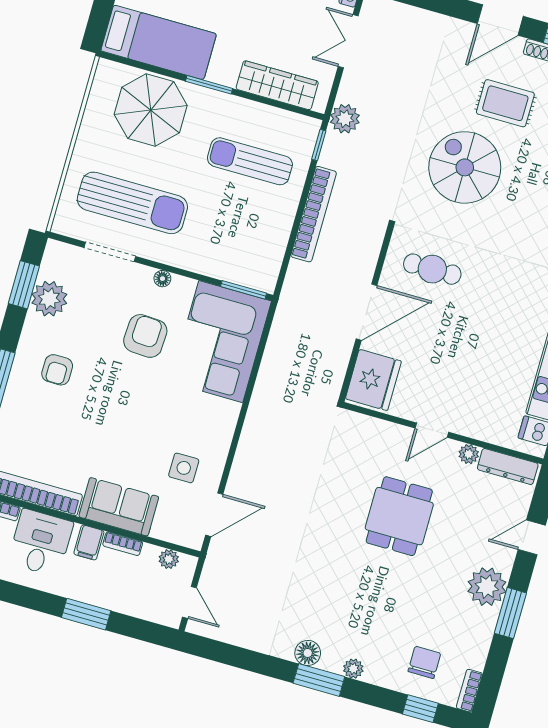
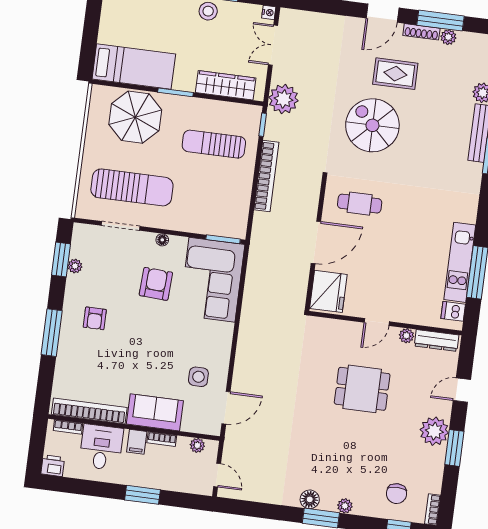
plant: (345, 119) -> (284, 99), width x1.36, depth x1.36
plant: (49, 299) -> (75, 266), width x0.53, depth x0.53
dining table: (399, 516) -> (362, 389), turned 90
chair: (424, 662) -> (396, 494), turned 180

